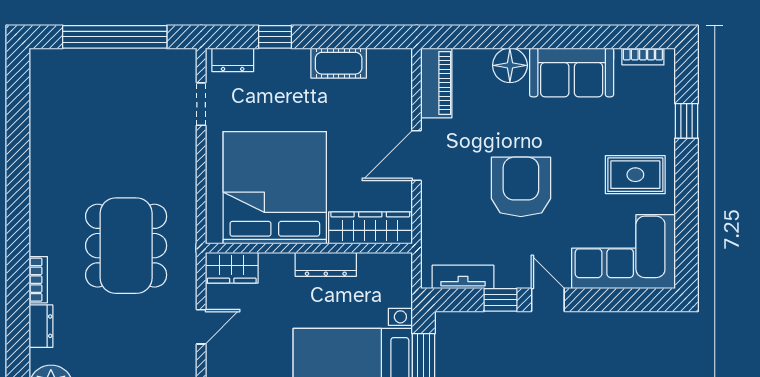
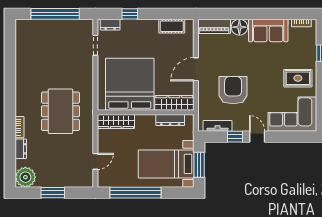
cot: (339, 63) -> (172, 26), moved
piano: (436, 83) -> (214, 26), moved, turned 90
armchair: (521, 187) -> (233, 90), moved
dresser: (326, 264) -> (170, 120), moved
wardrobe: (232, 268) -> (116, 122), width x1.50
door: (201, 327) -> (95, 161), moved

